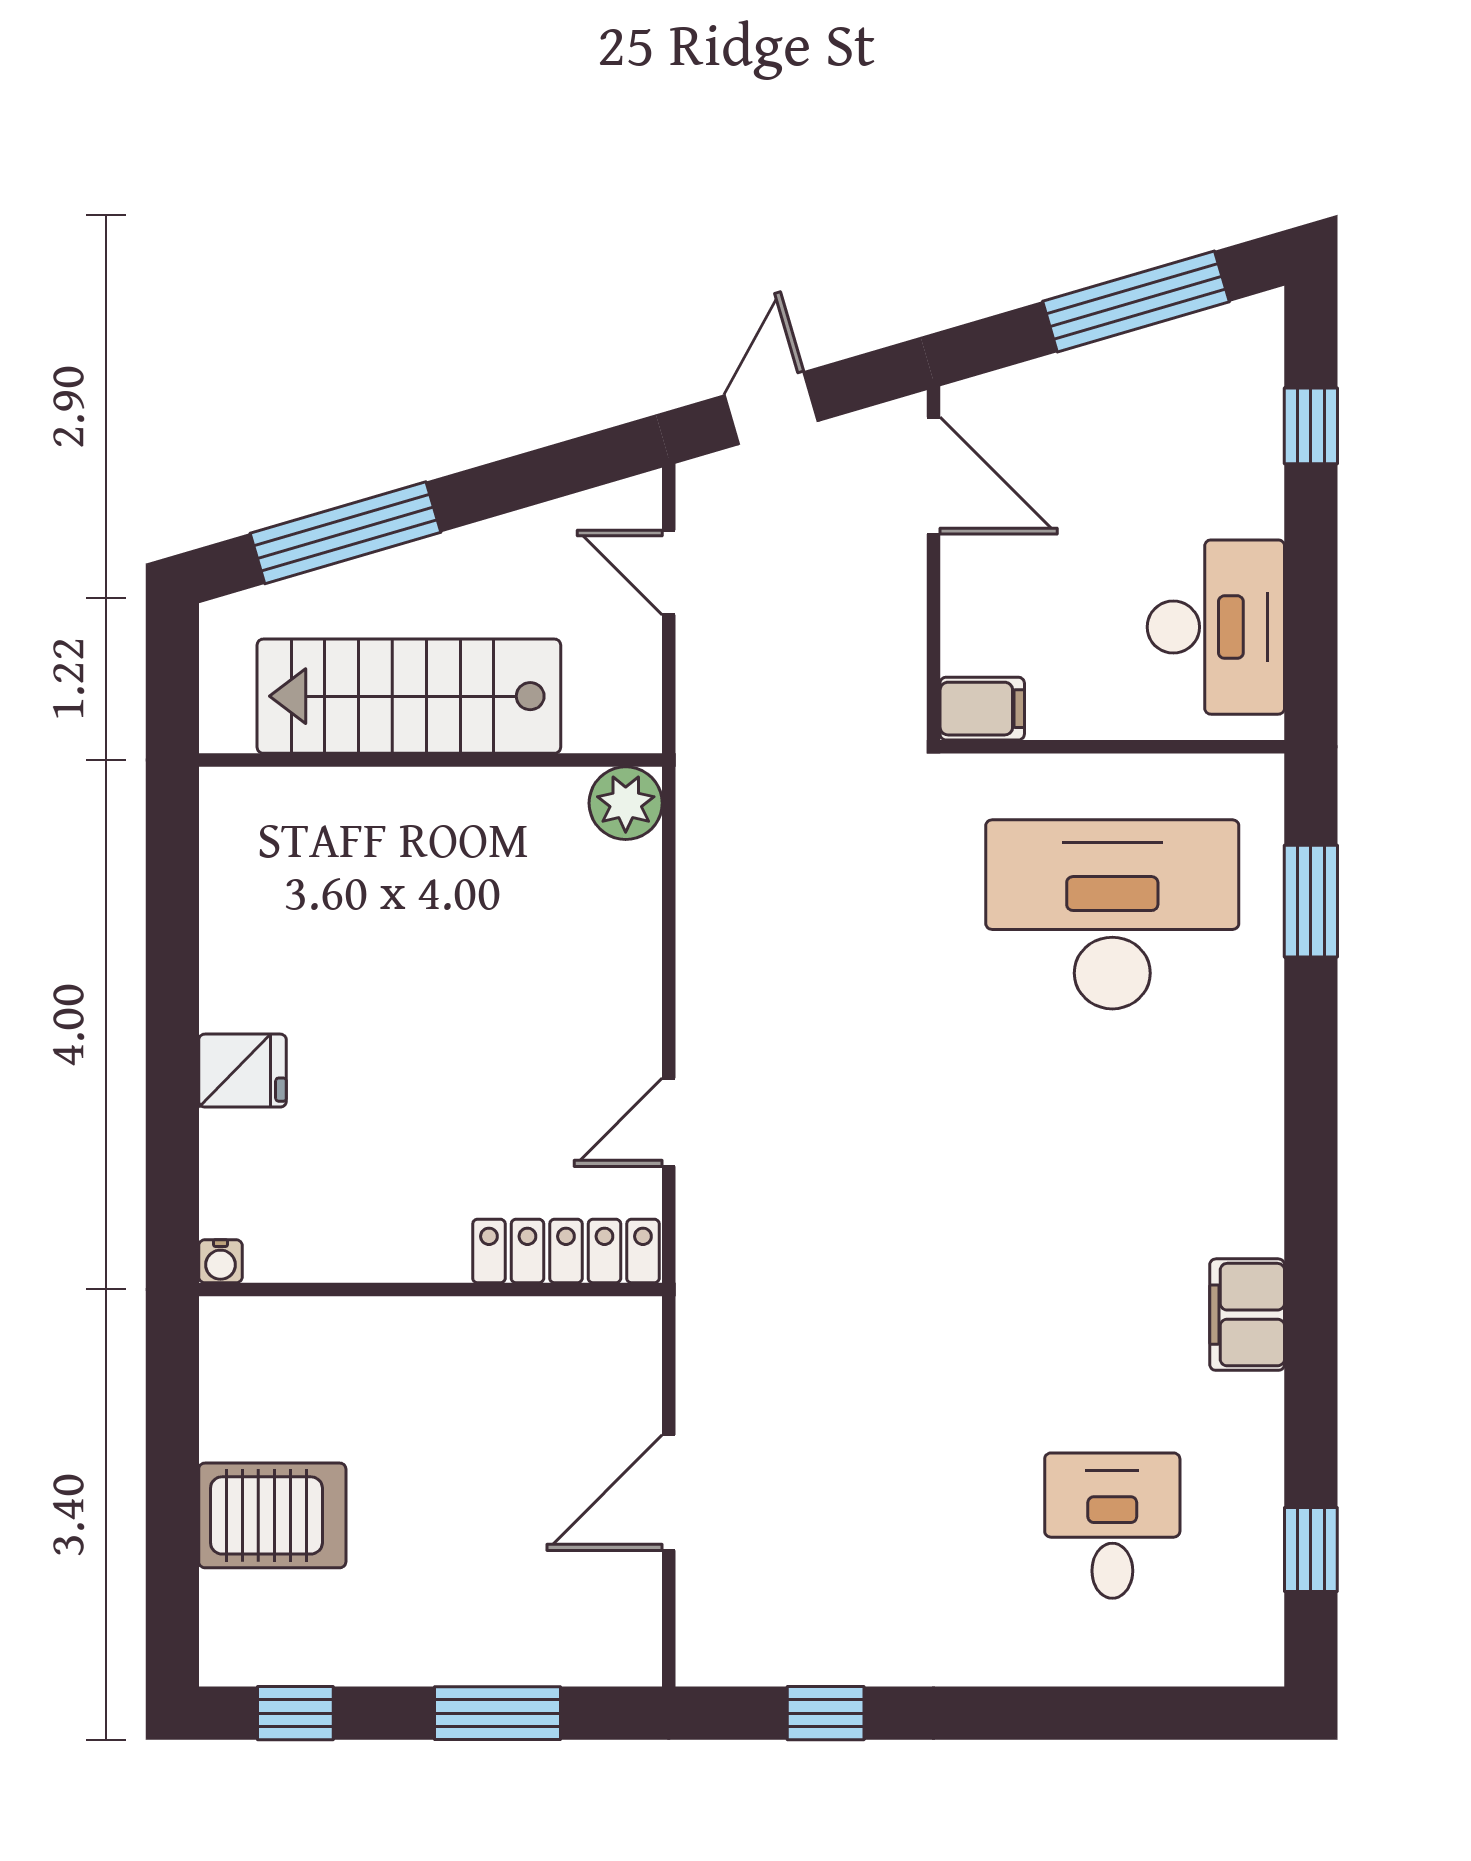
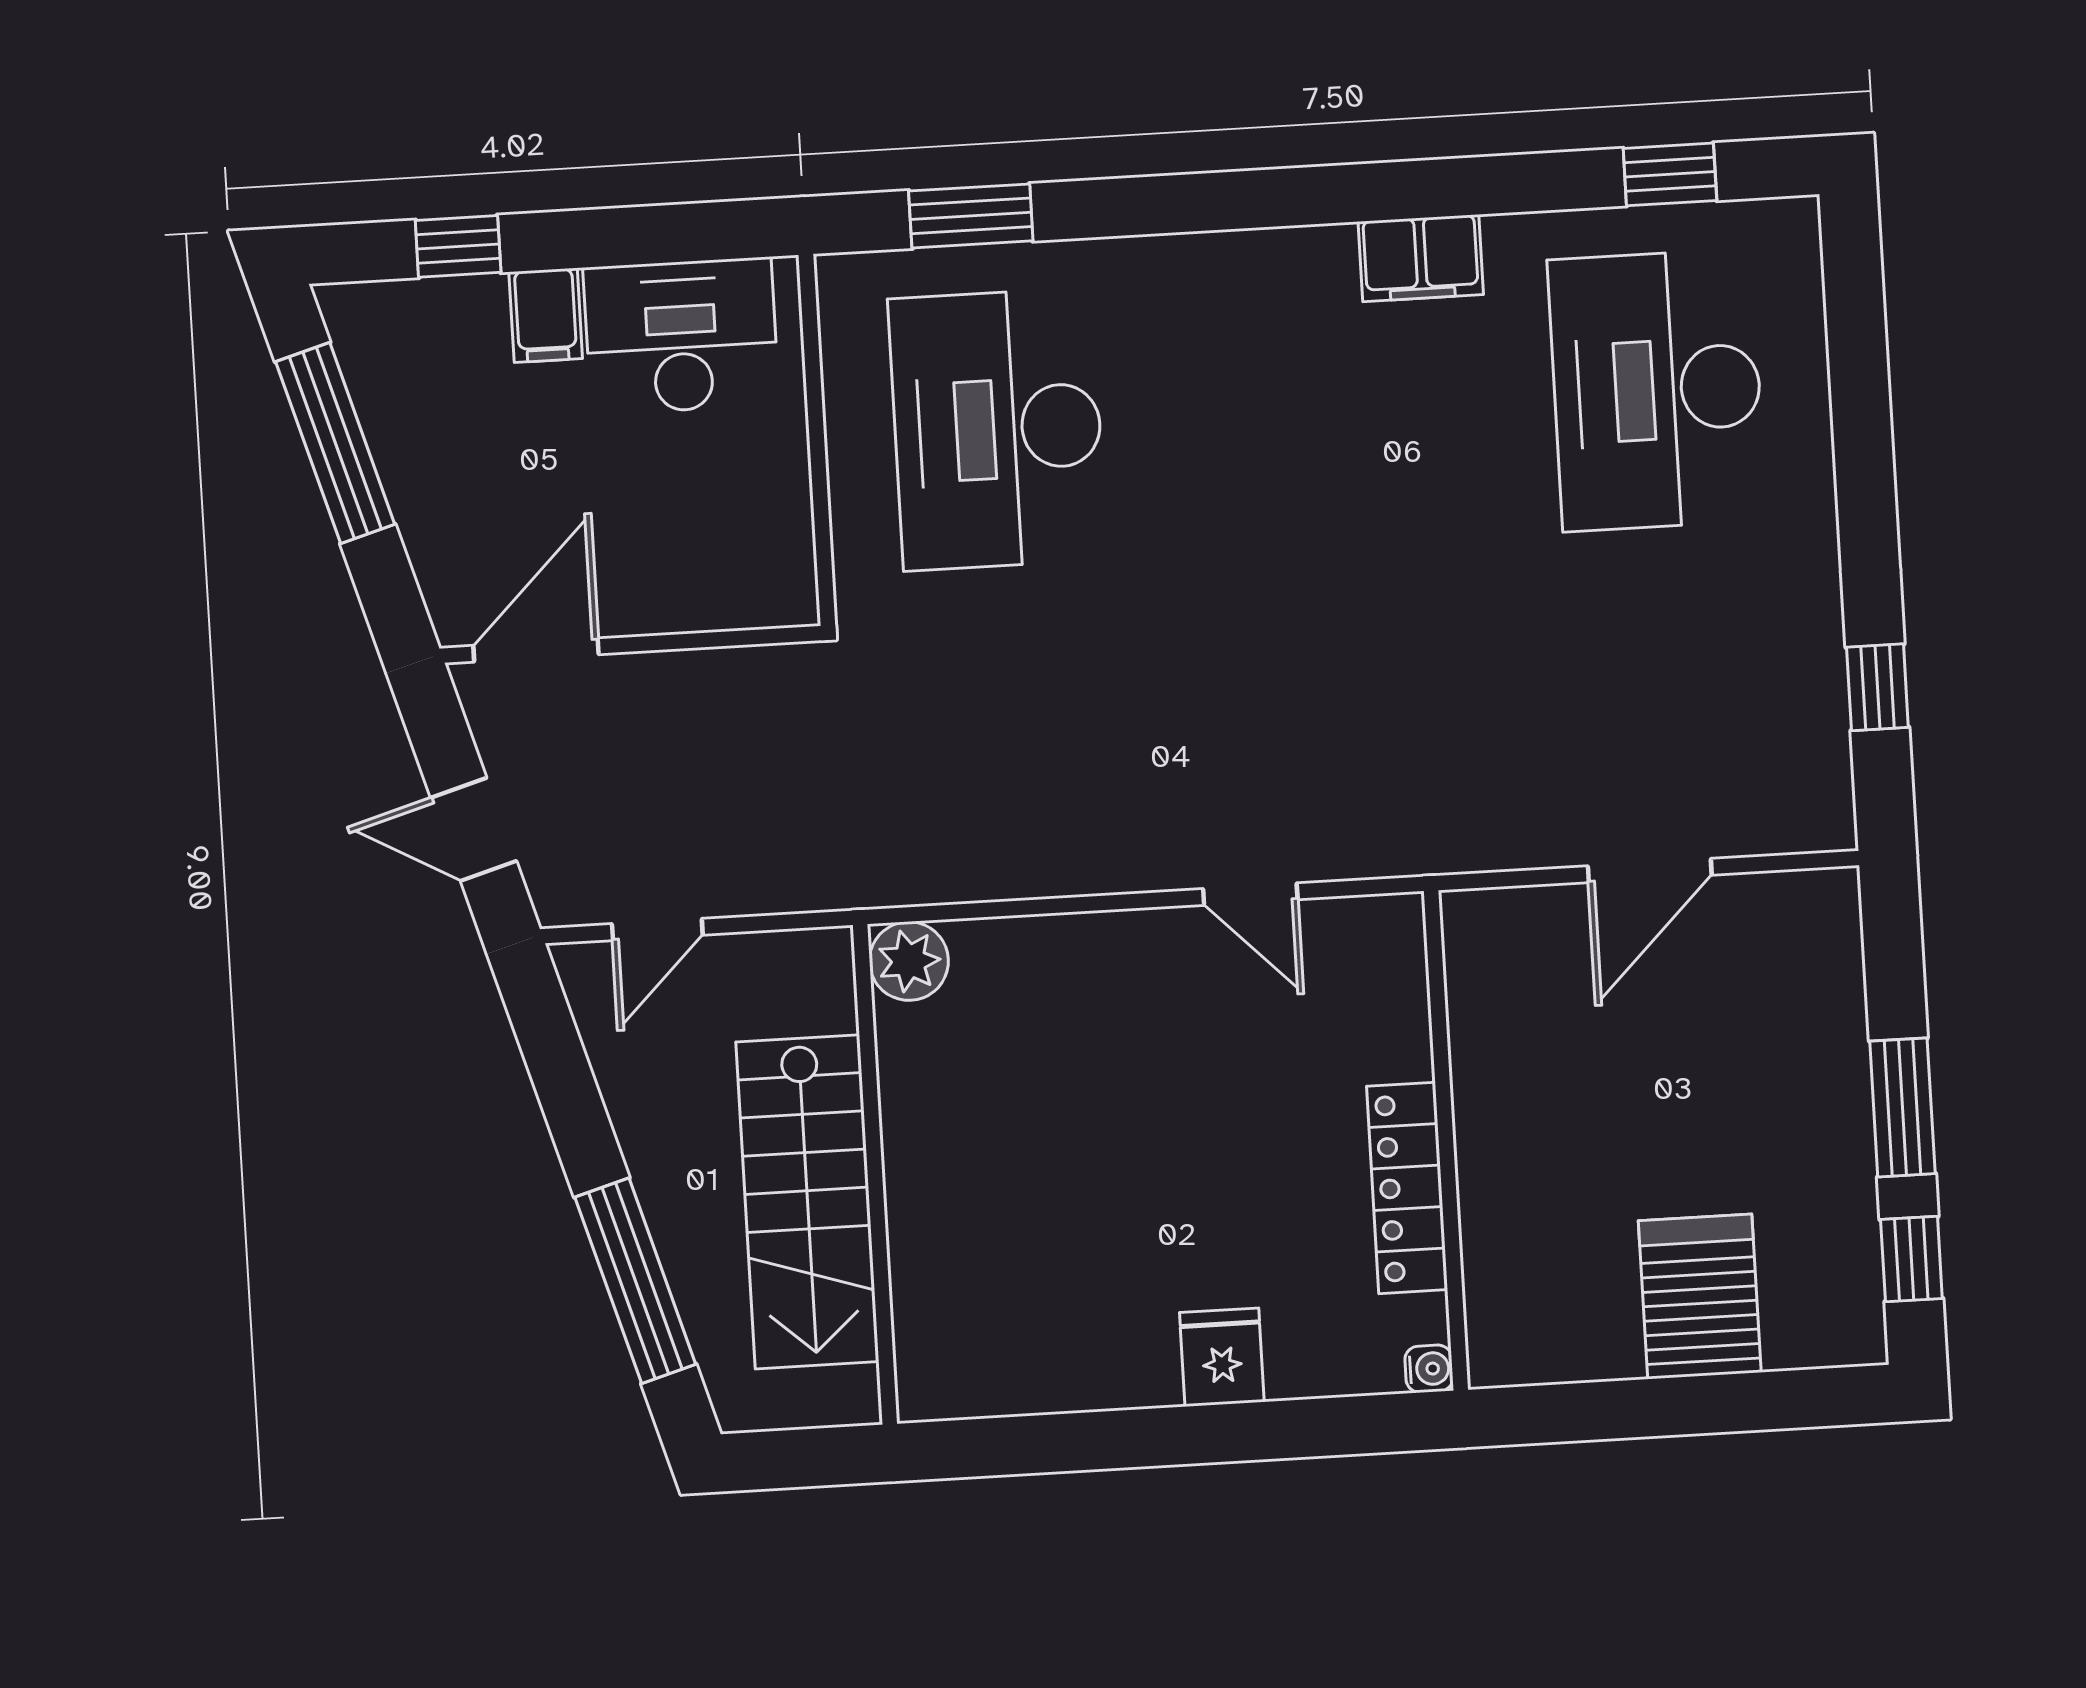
filing cabinet: (982, 709) -> (546, 315), moved, turned 180
locker: (566, 1251) -> (1407, 1188), moved
door: (669, 1493) -> (1650, 870), hinge flipped
desk: (1112, 1526) -> (1657, 390), width x1.87, depth x1.30
window: (498, 1713) -> (1902, 1107), moved

